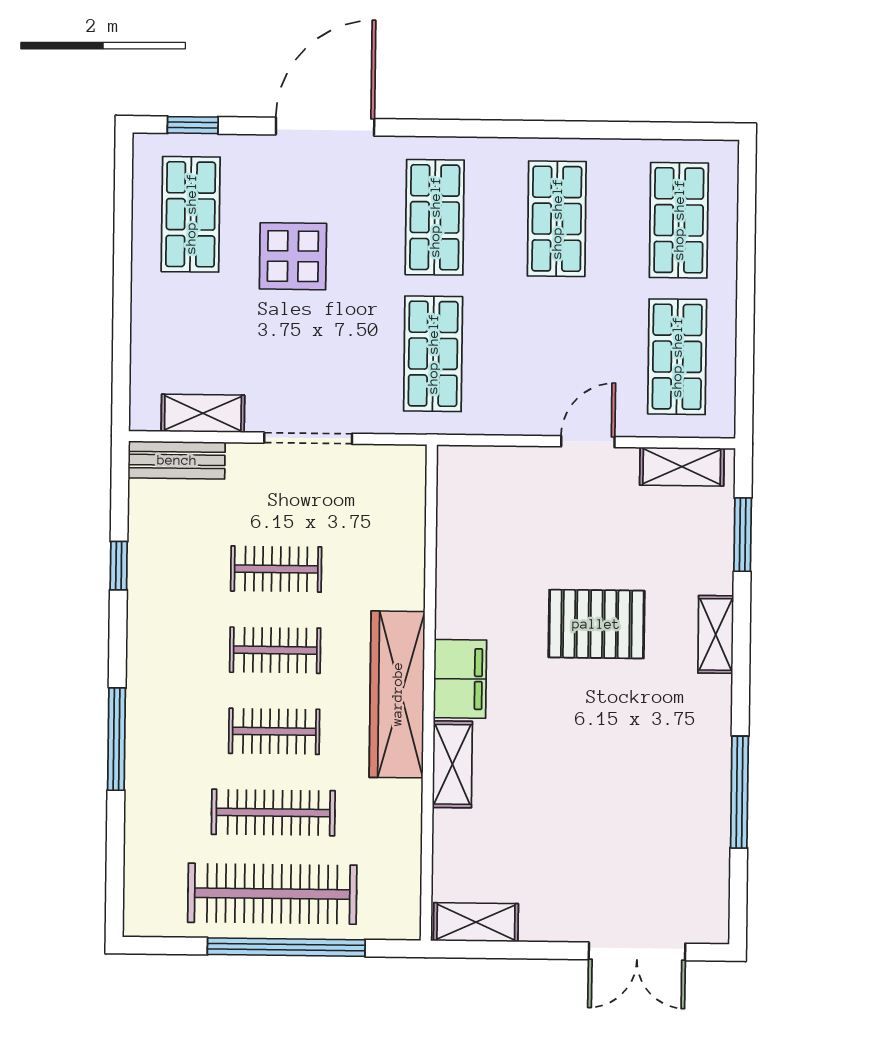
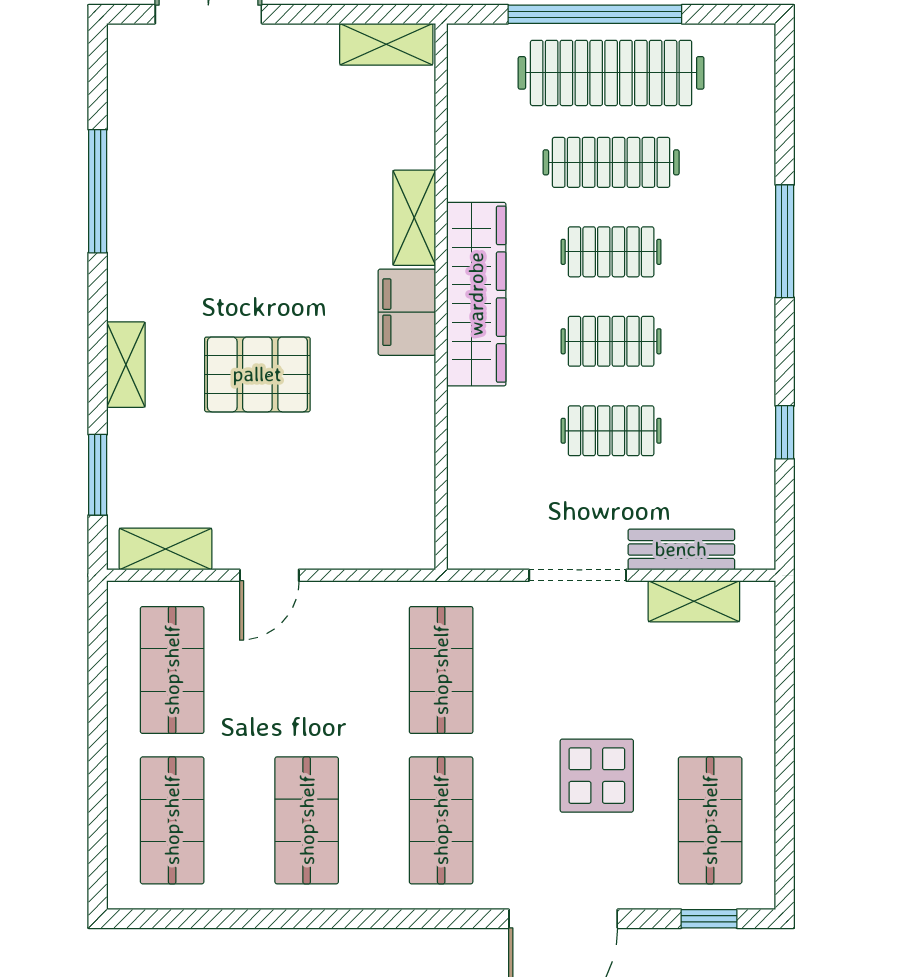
bench: (177, 460) -> (681, 549), moved

